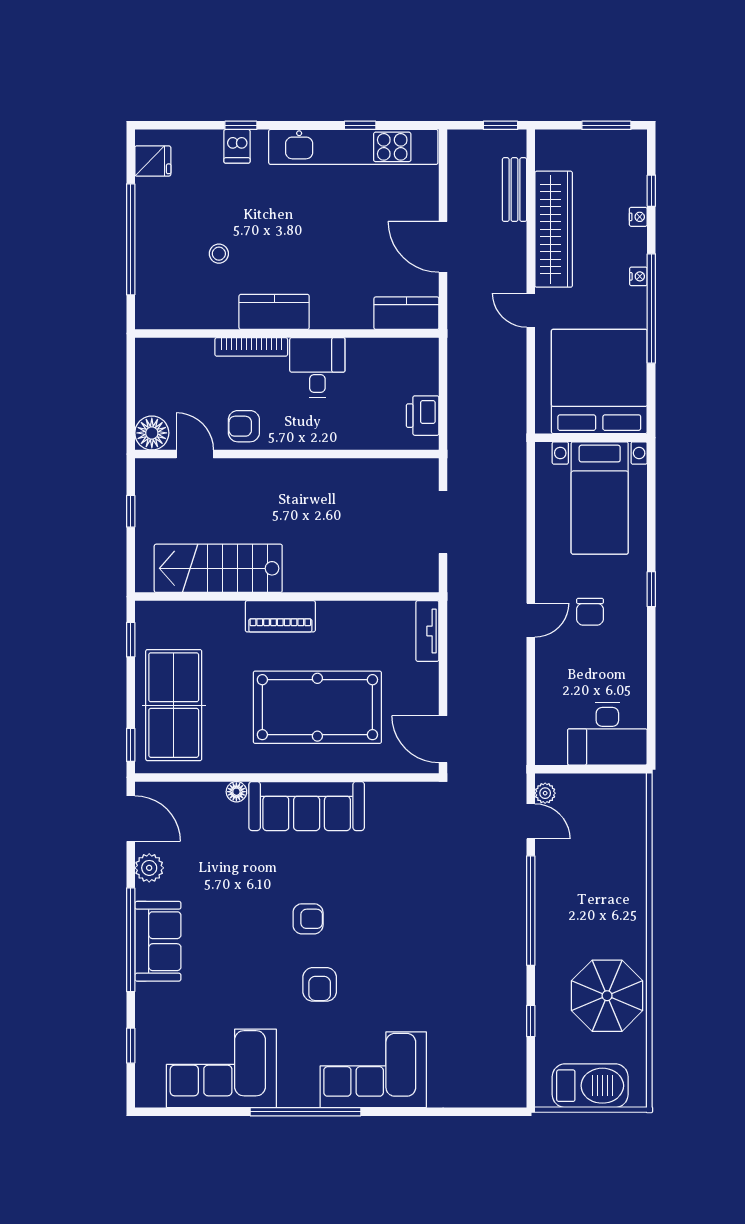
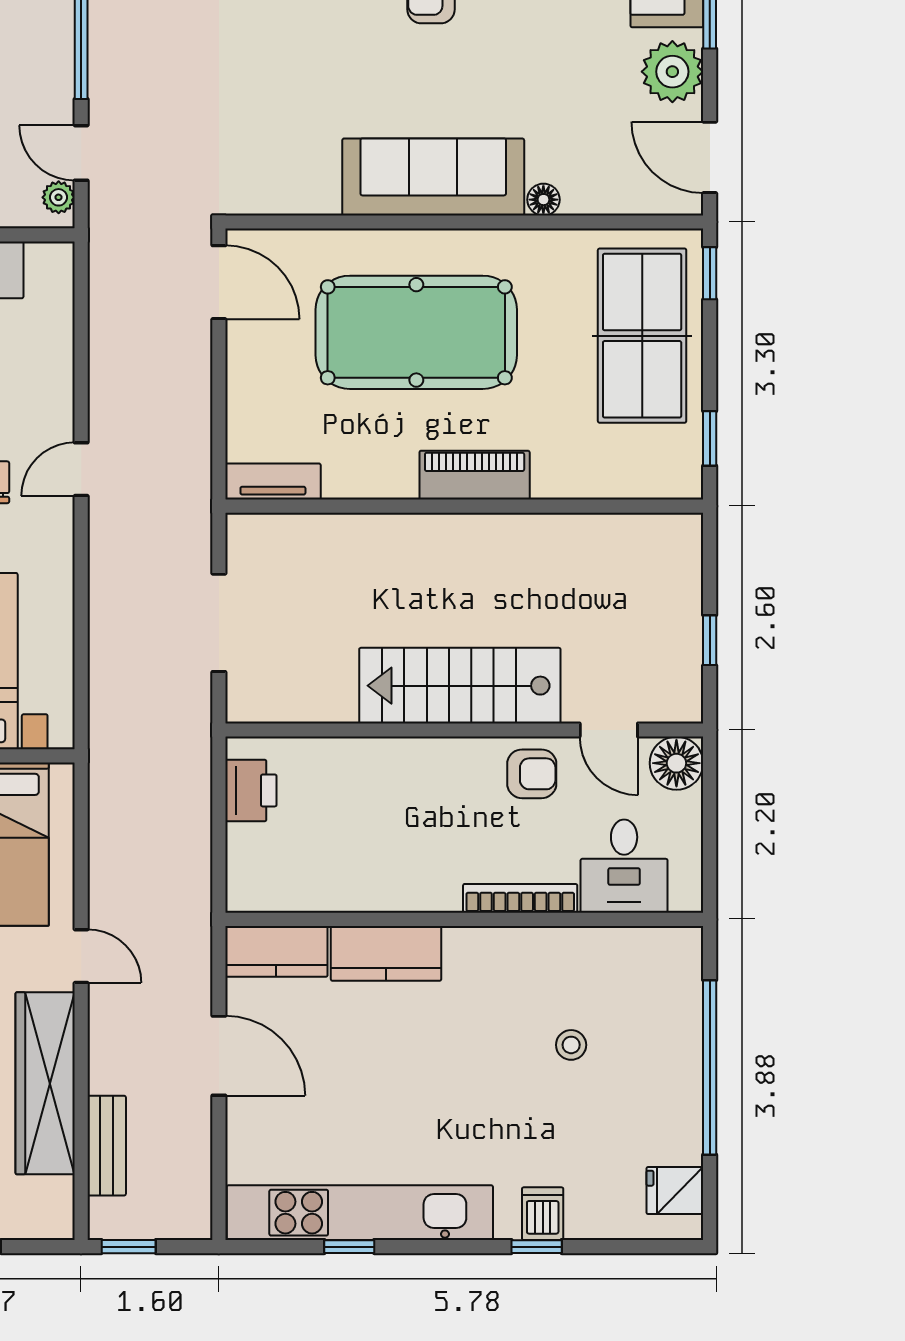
kitchen counter: (274, 312) -> (386, 953), moved
desk: (317, 367) -> (624, 866), moved
stairs: (218, 568) -> (460, 686), moved, turned 180
tv unit: (427, 631) -> (273, 482), moved, turned -90
plant: (149, 868) -> (672, 72), width x1.36, depth x1.36

